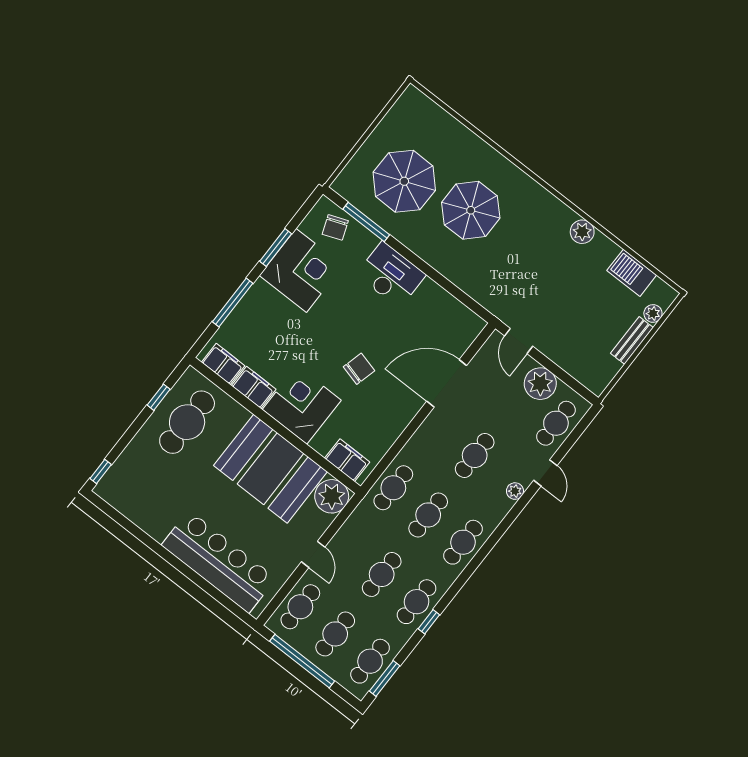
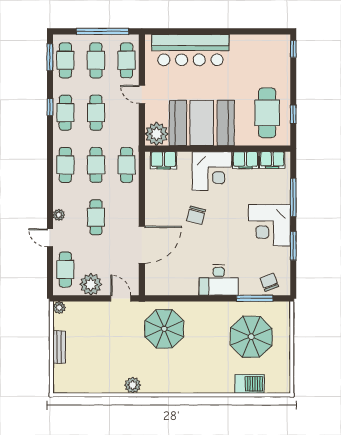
parasol: (471, 210) -> (164, 329), moved
corner desk: (301, 270) -> (269, 225), moved
barbecue: (632, 273) -> (249, 384), moved
plant: (653, 313) -> (59, 308), moved

